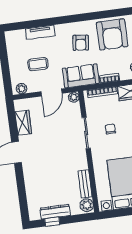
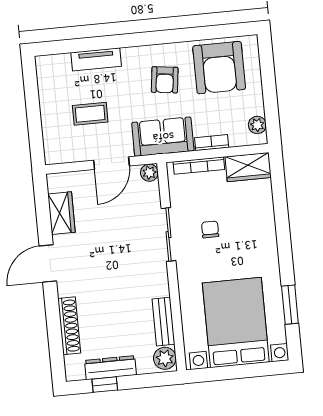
plant: (22, 89) -> (61, 155), removed
shoe rack: (30, 188) -> (69, 326), added

